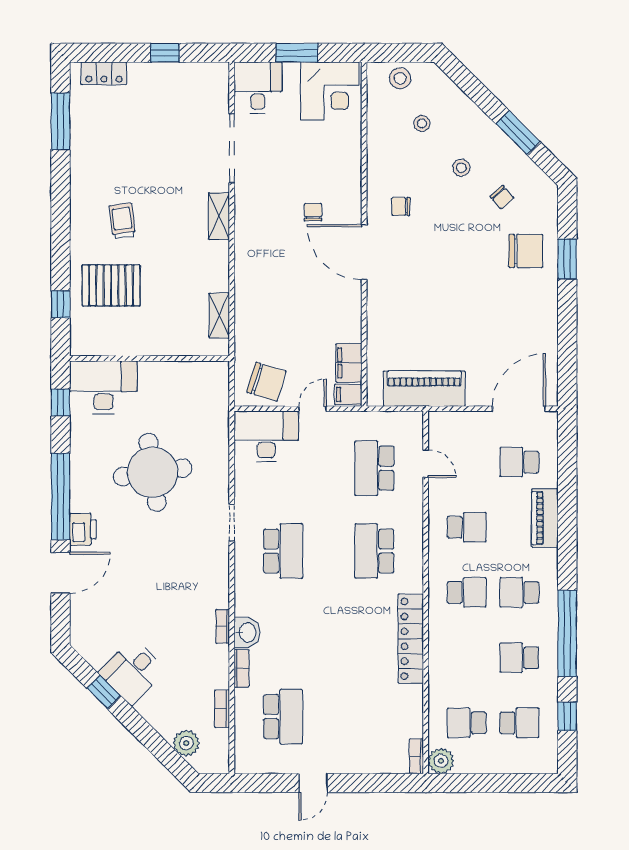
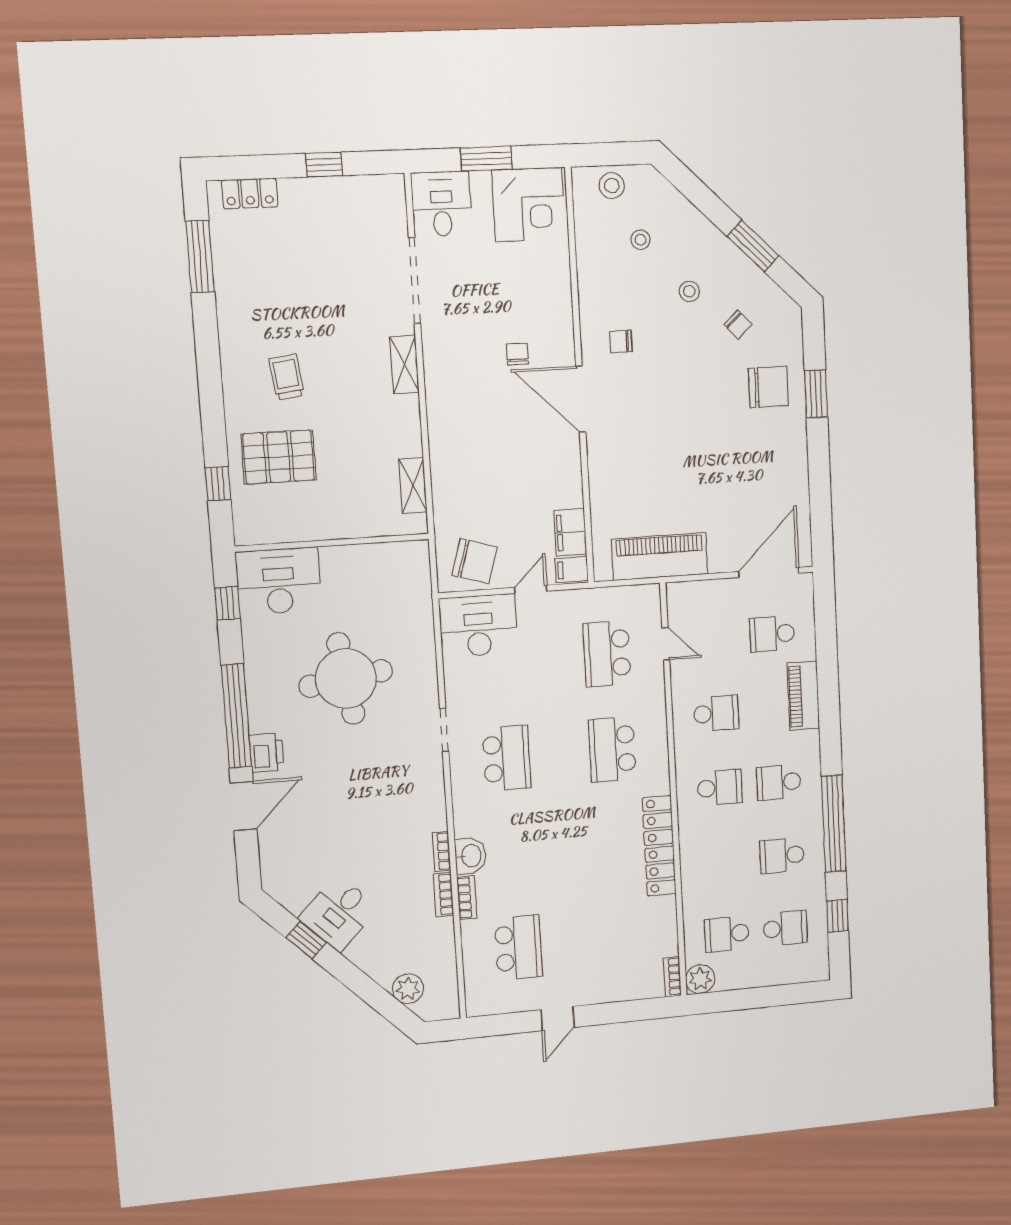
bookcase: (222, 709) -> (444, 895), moved

